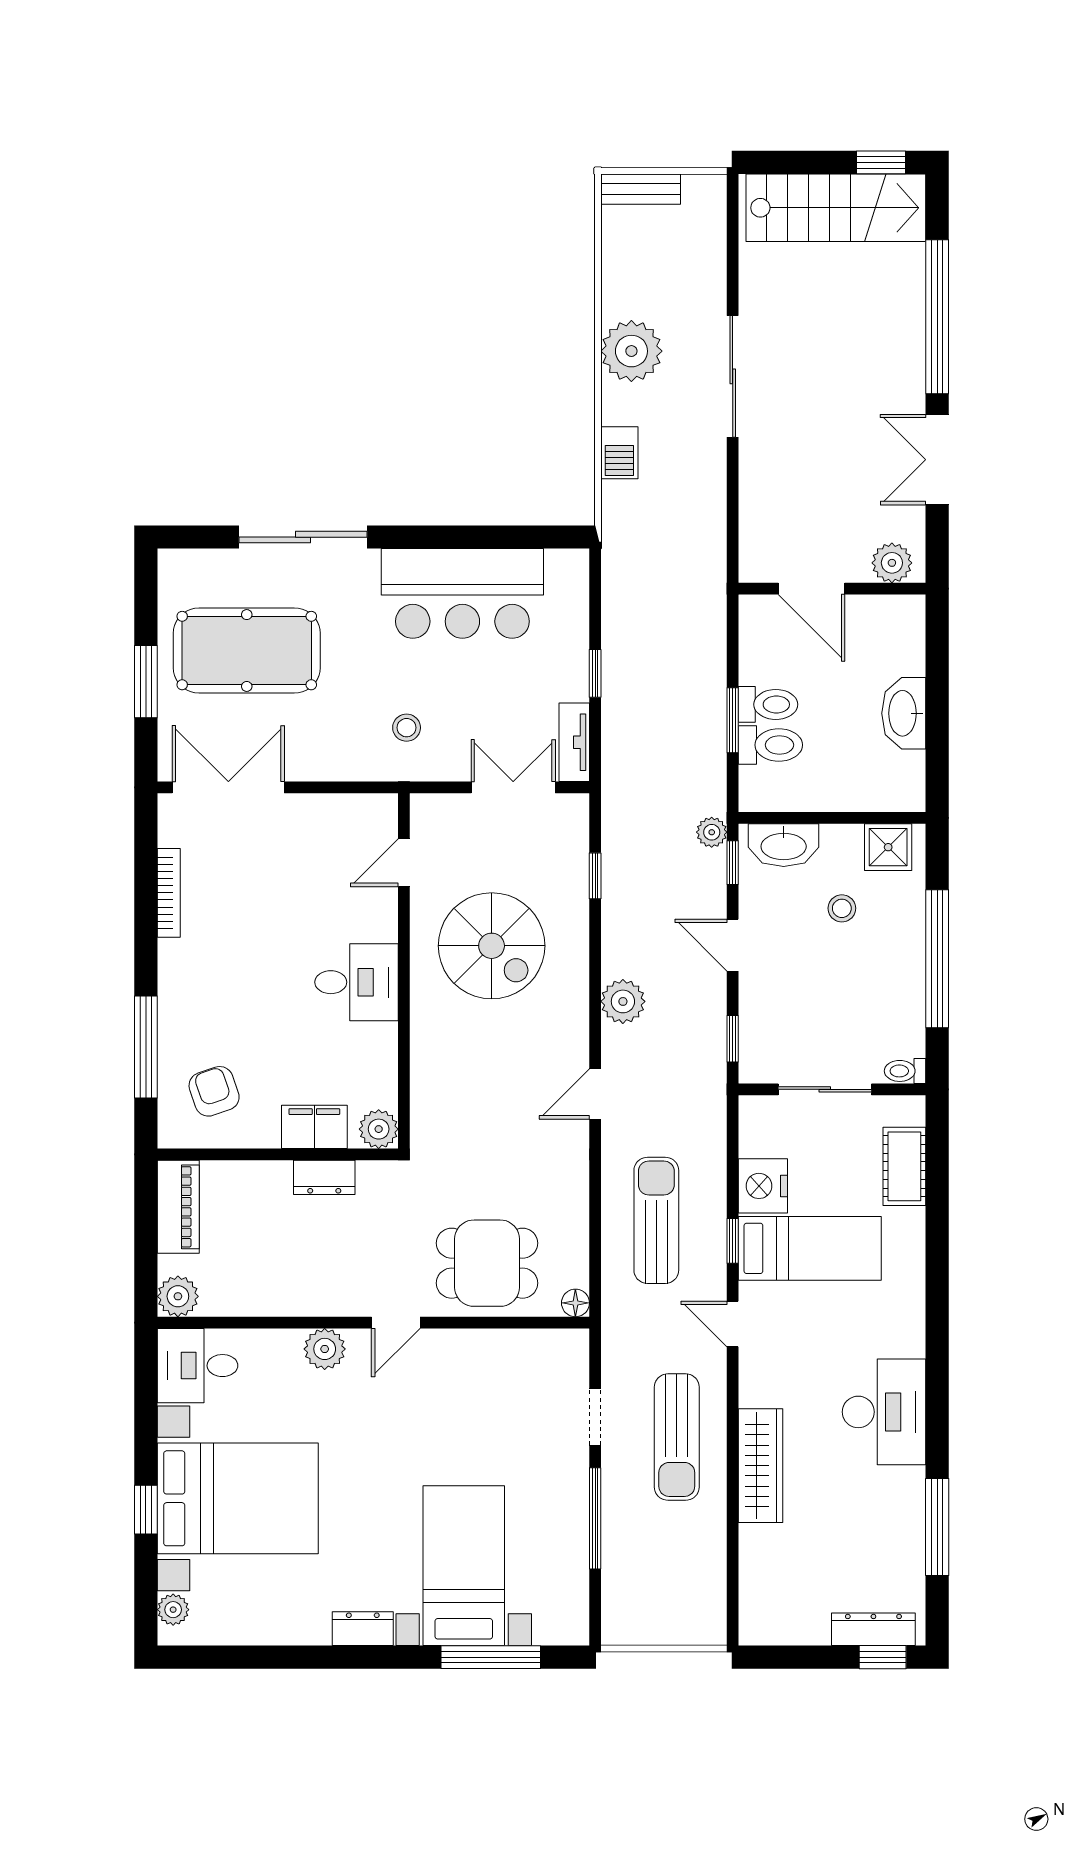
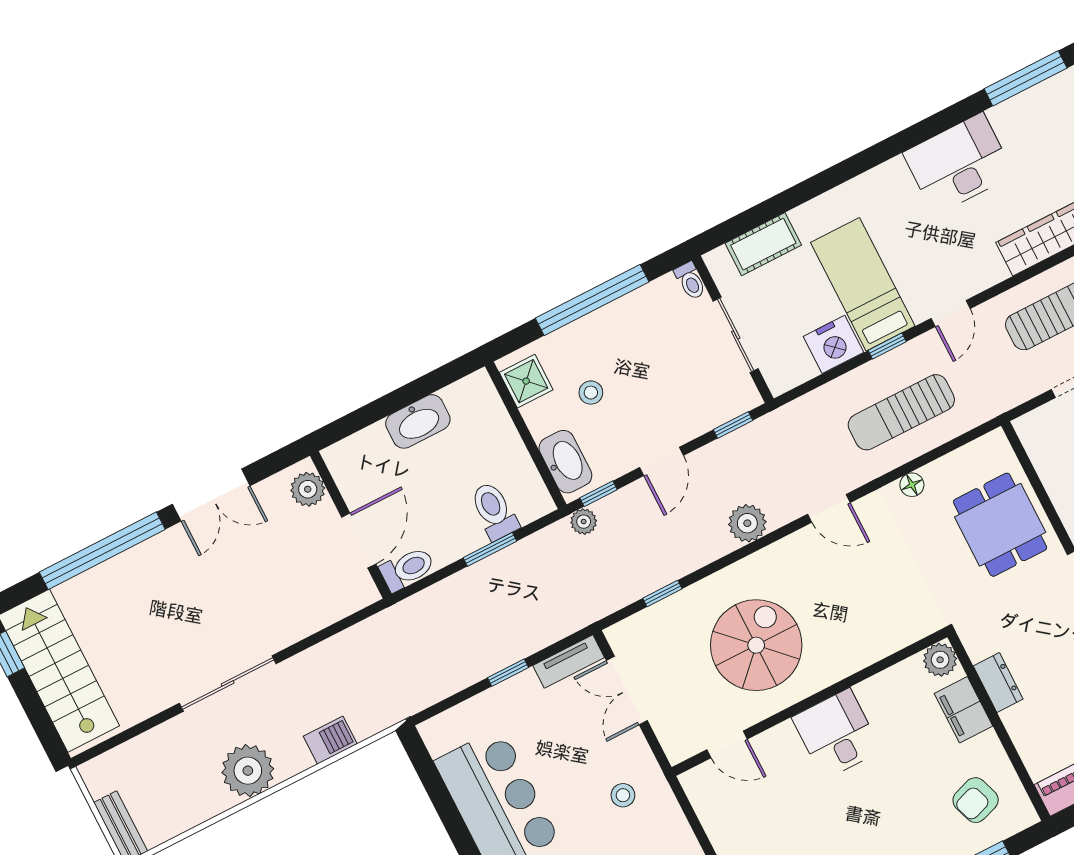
toilet: (768, 704) -> (407, 569), moved, turned 90
floor lamp: (575, 1303) -> (912, 485), moved

